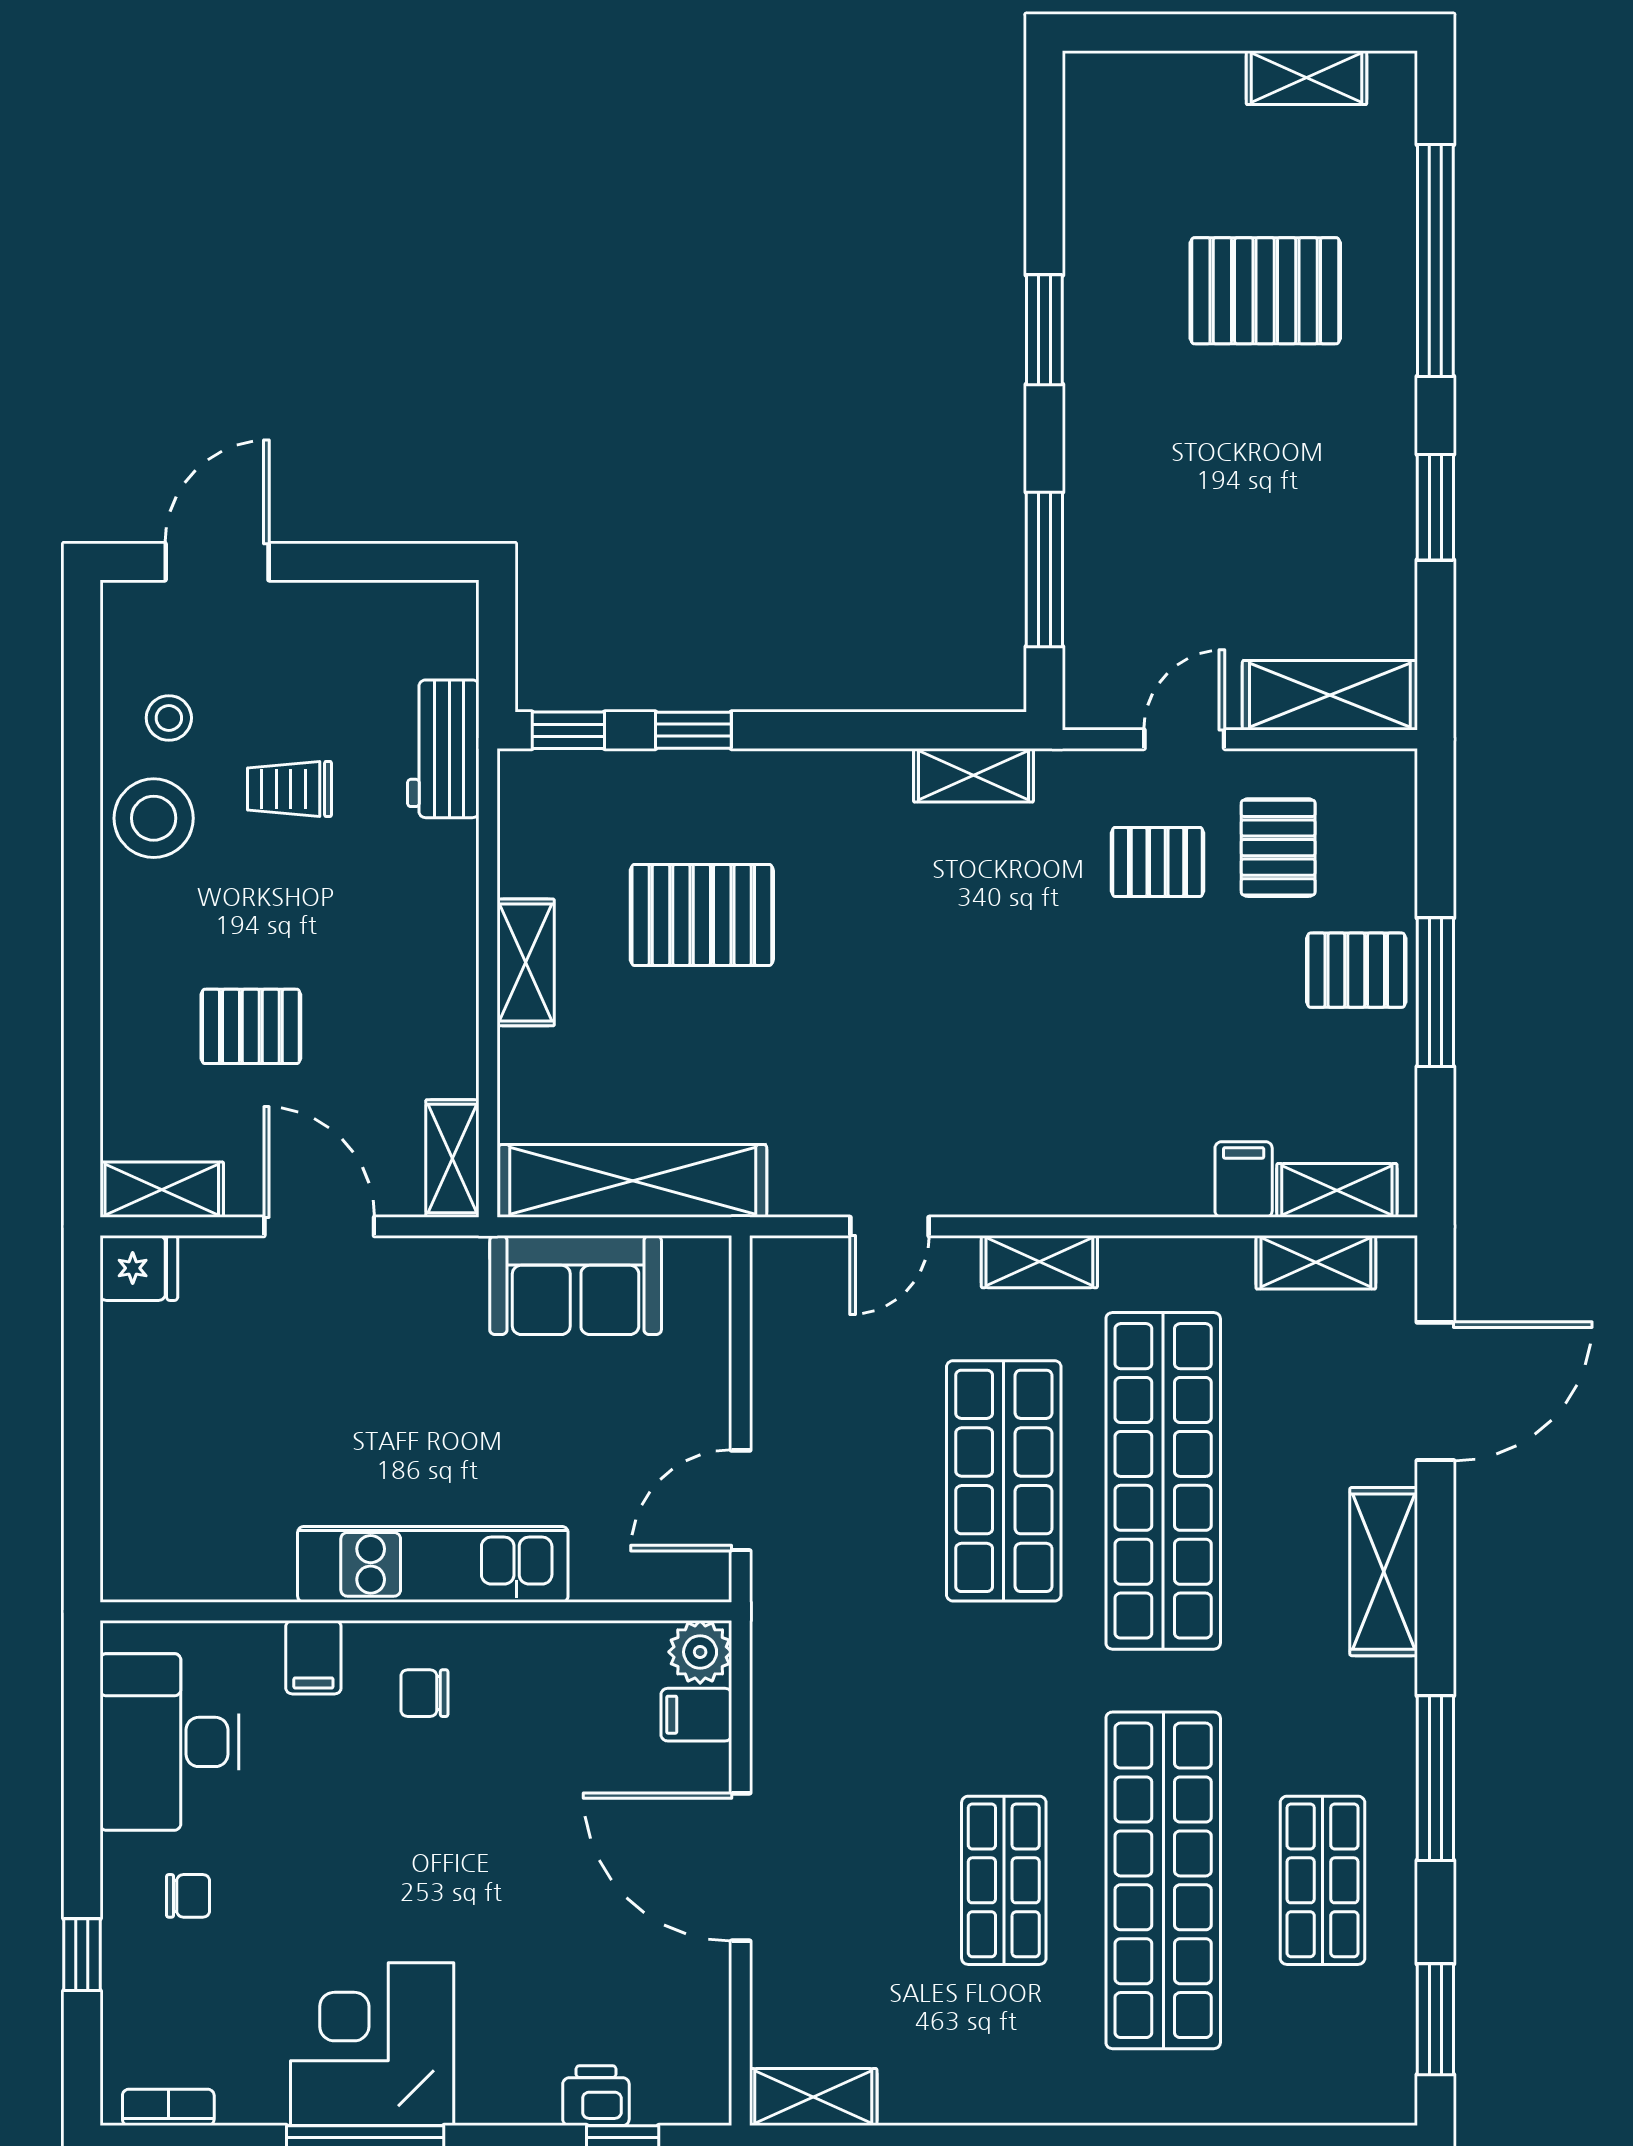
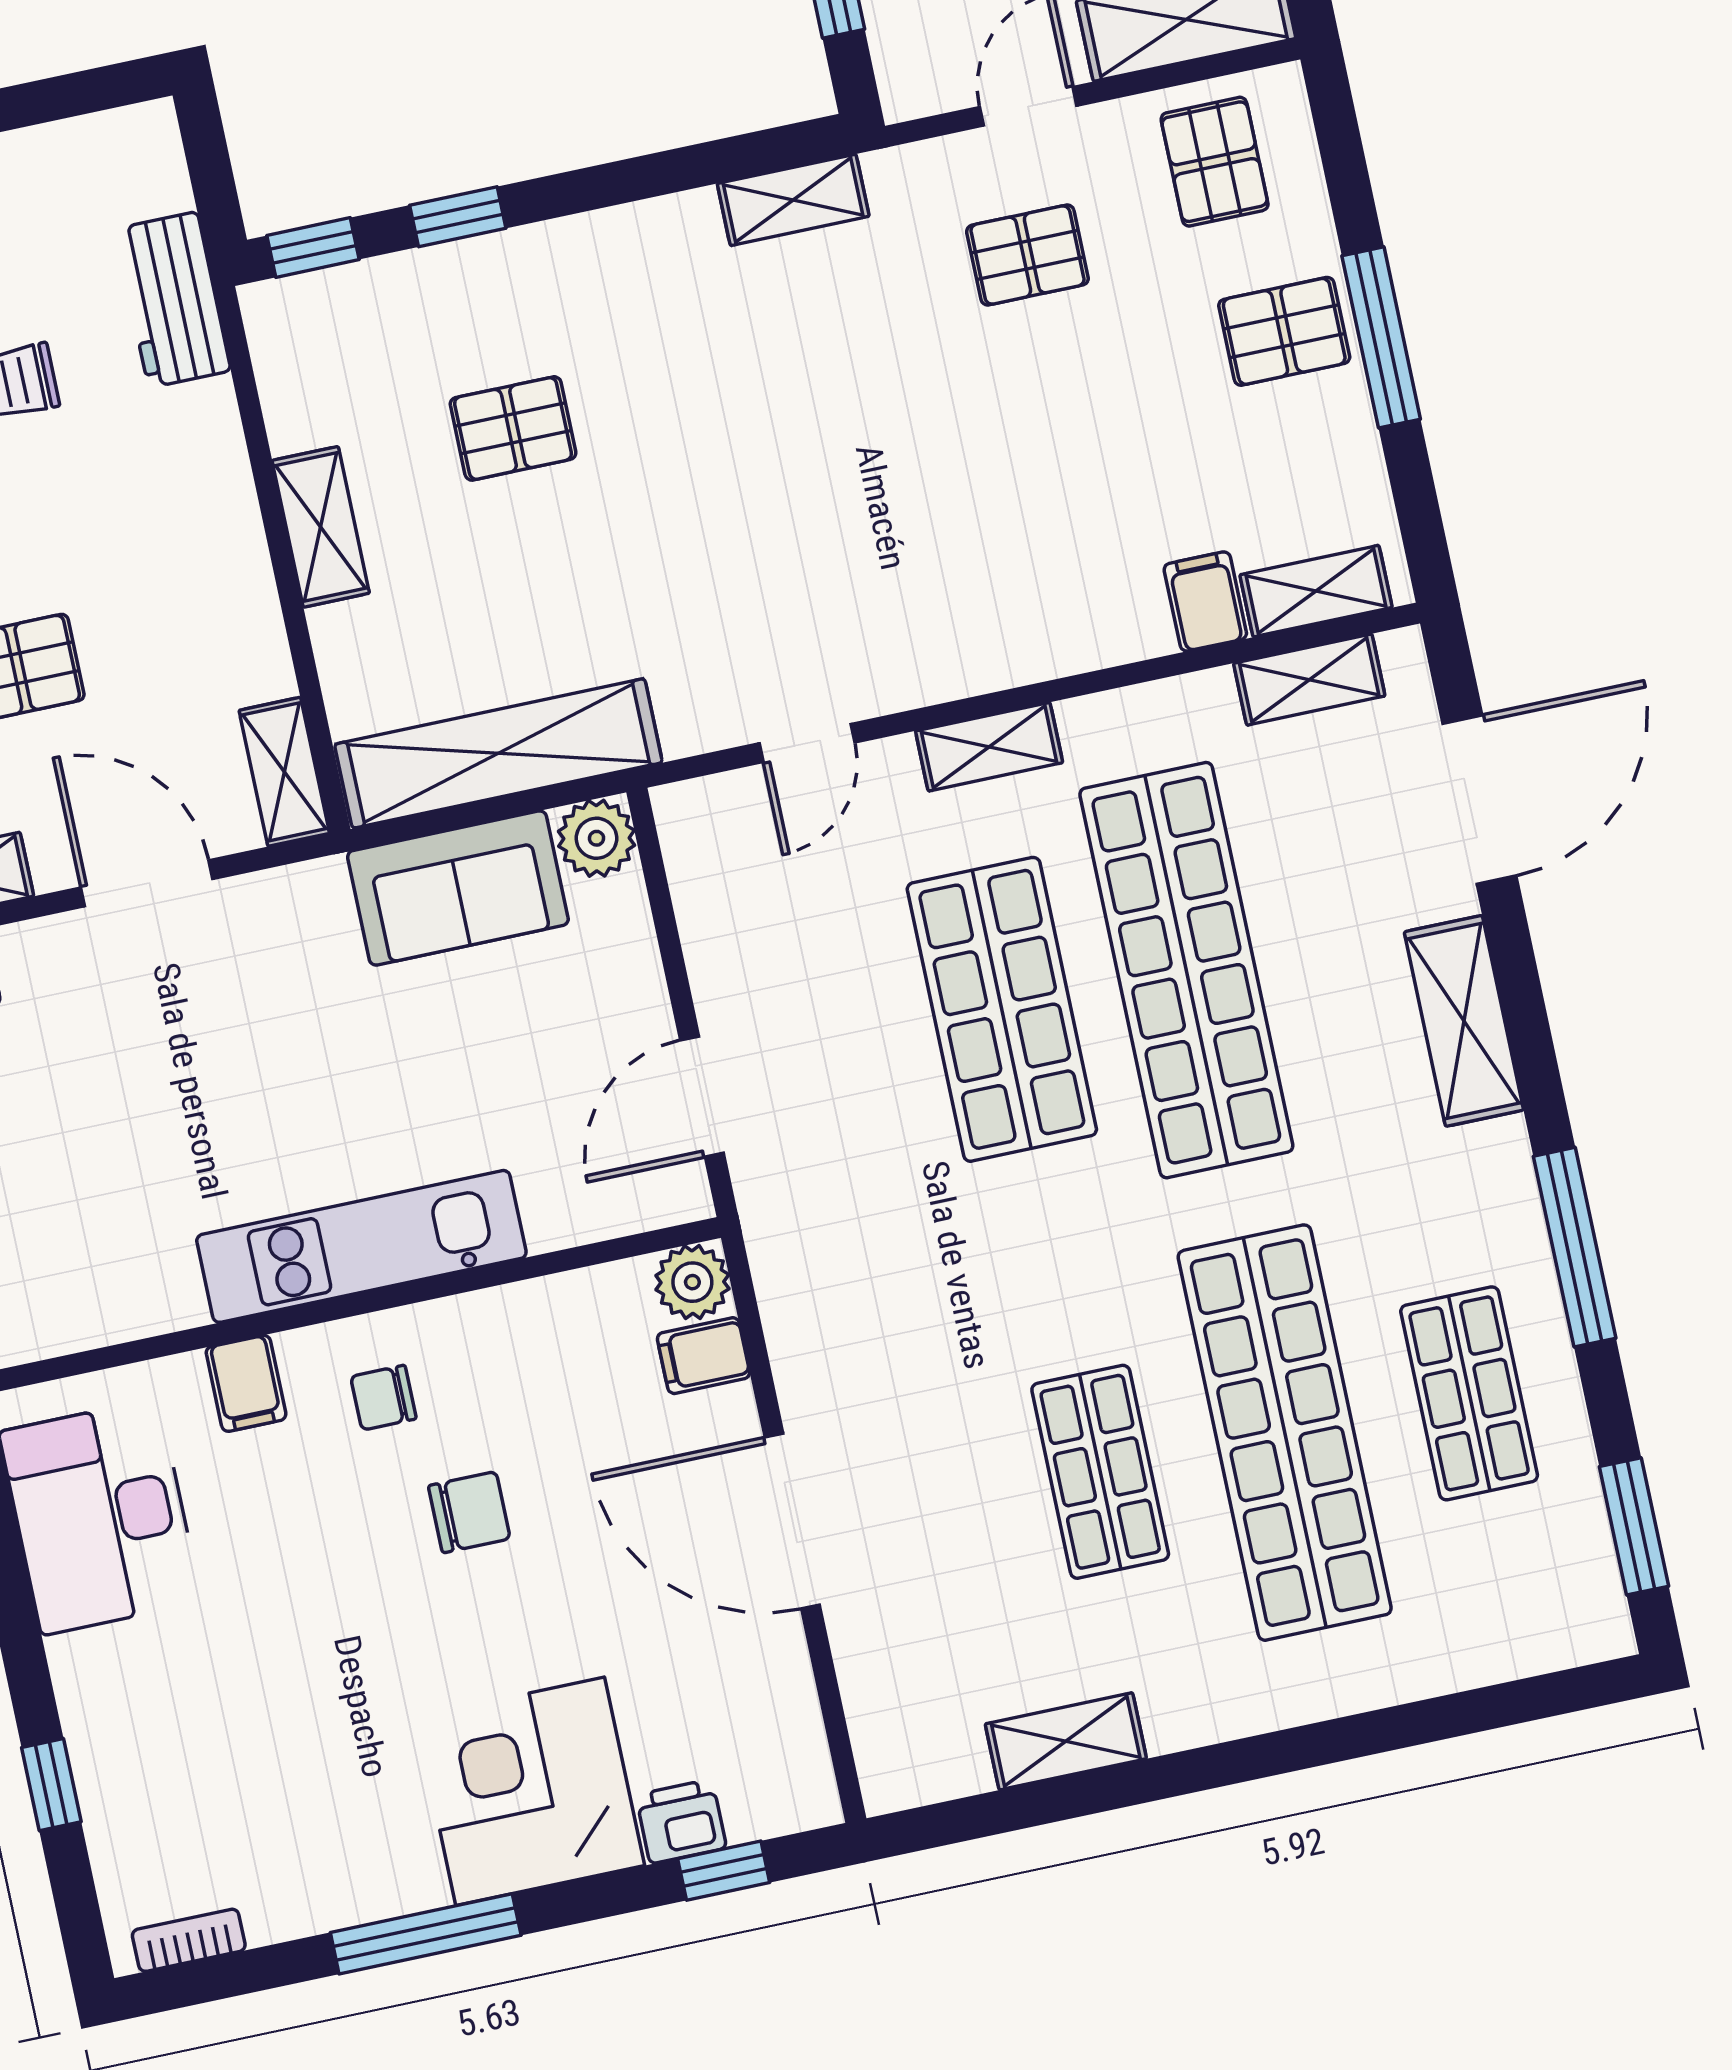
pallet: (1278, 848) -> (1215, 162), moved
pallet: (702, 915) -> (513, 428), width x0.67, depth x0.71
plant: (699, 1268) -> (597, 838), added
chair: (188, 1896) -> (469, 1512), moved, width x1.37, depth x1.37
corner desk: (372, 2044) -> (530, 1791), moved
shelving: (813, 2097) -> (1066, 1741), moved

